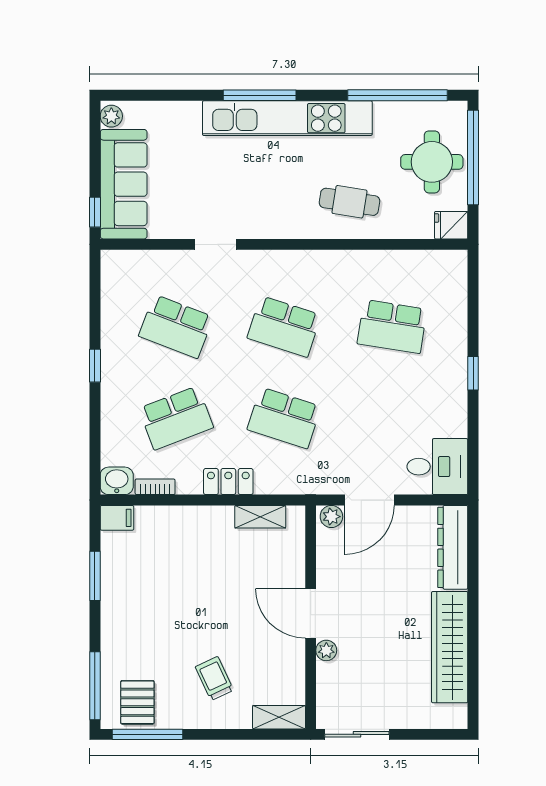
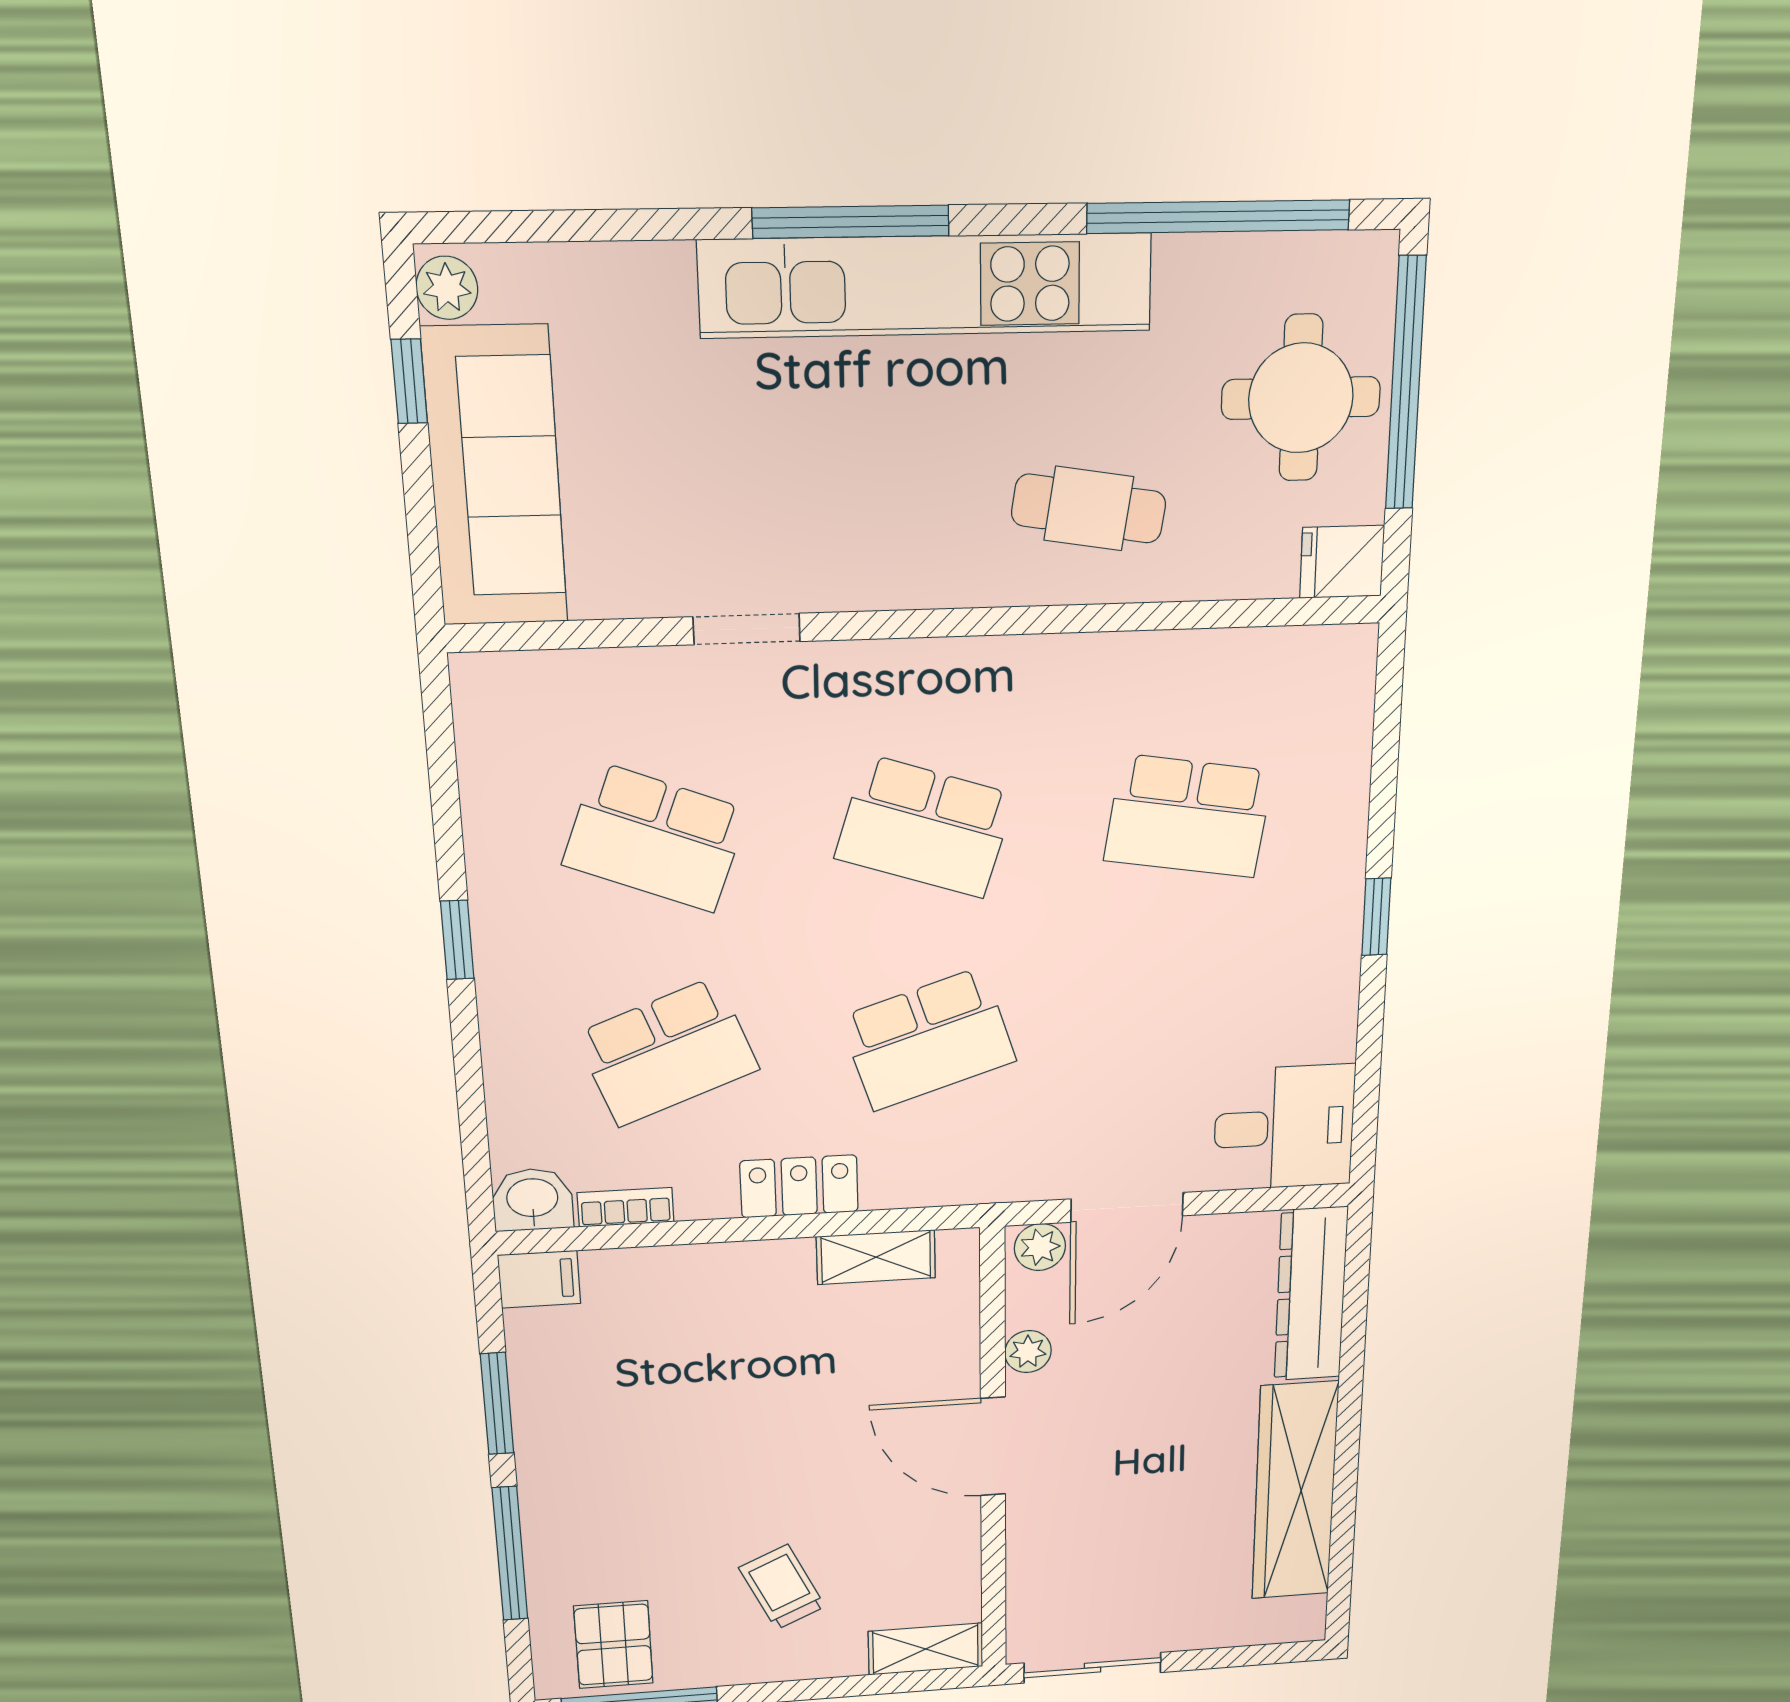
window: (95, 212) -> (409, 381), moved
school desk: (284, 418) -> (928, 1039), turned -36
plant: (326, 650) -> (1028, 1352), moved
window: (95, 686) -> (510, 1554), moved

